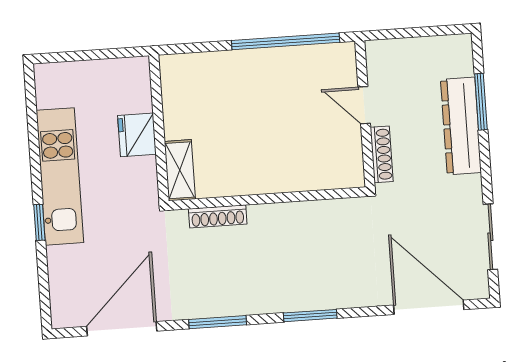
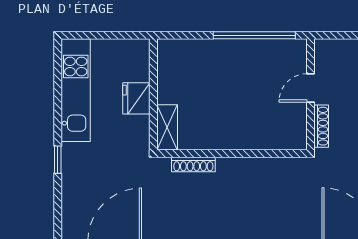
door: (364, 105) -> (311, 88), hinge flipped
kitchen unit: (60, 176) -> (76, 90), moved

